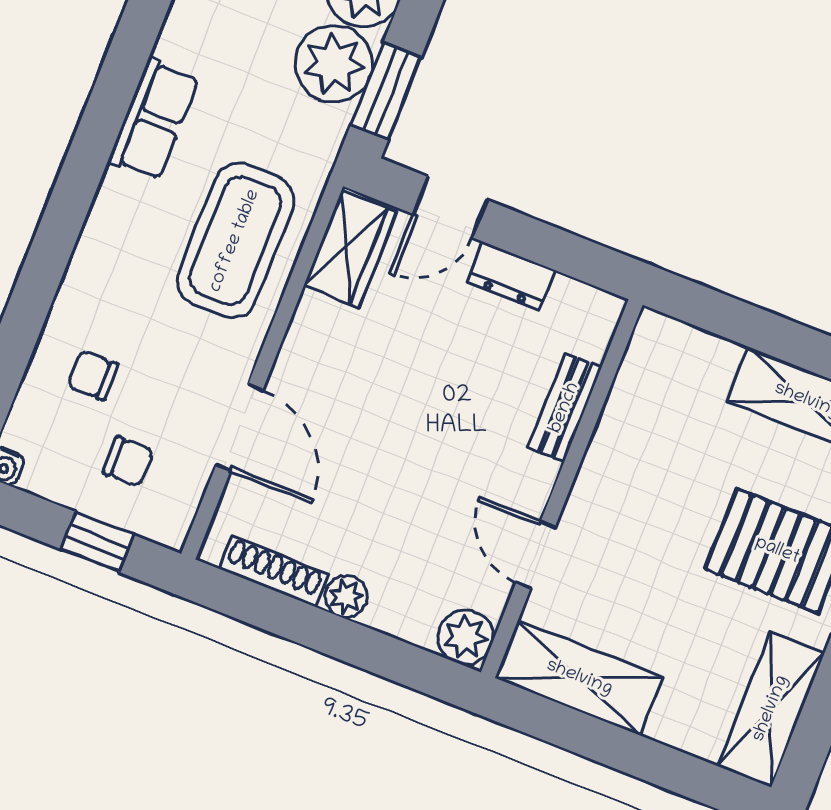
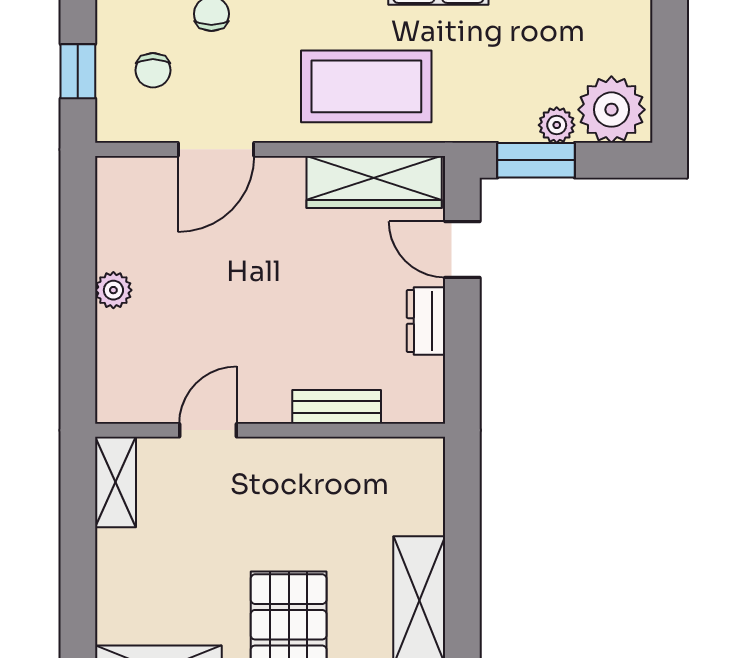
plant: (334, 64) -> (557, 125), width x0.53, depth x0.53
wardrobe: (350, 249) -> (374, 182), width x1.50
shoe rack: (273, 571) -> (110, 223), removed
plant: (466, 637) -> (119, 400), removed
shelving: (579, 678) -> (116, 482), width x0.67, depth x0.75

